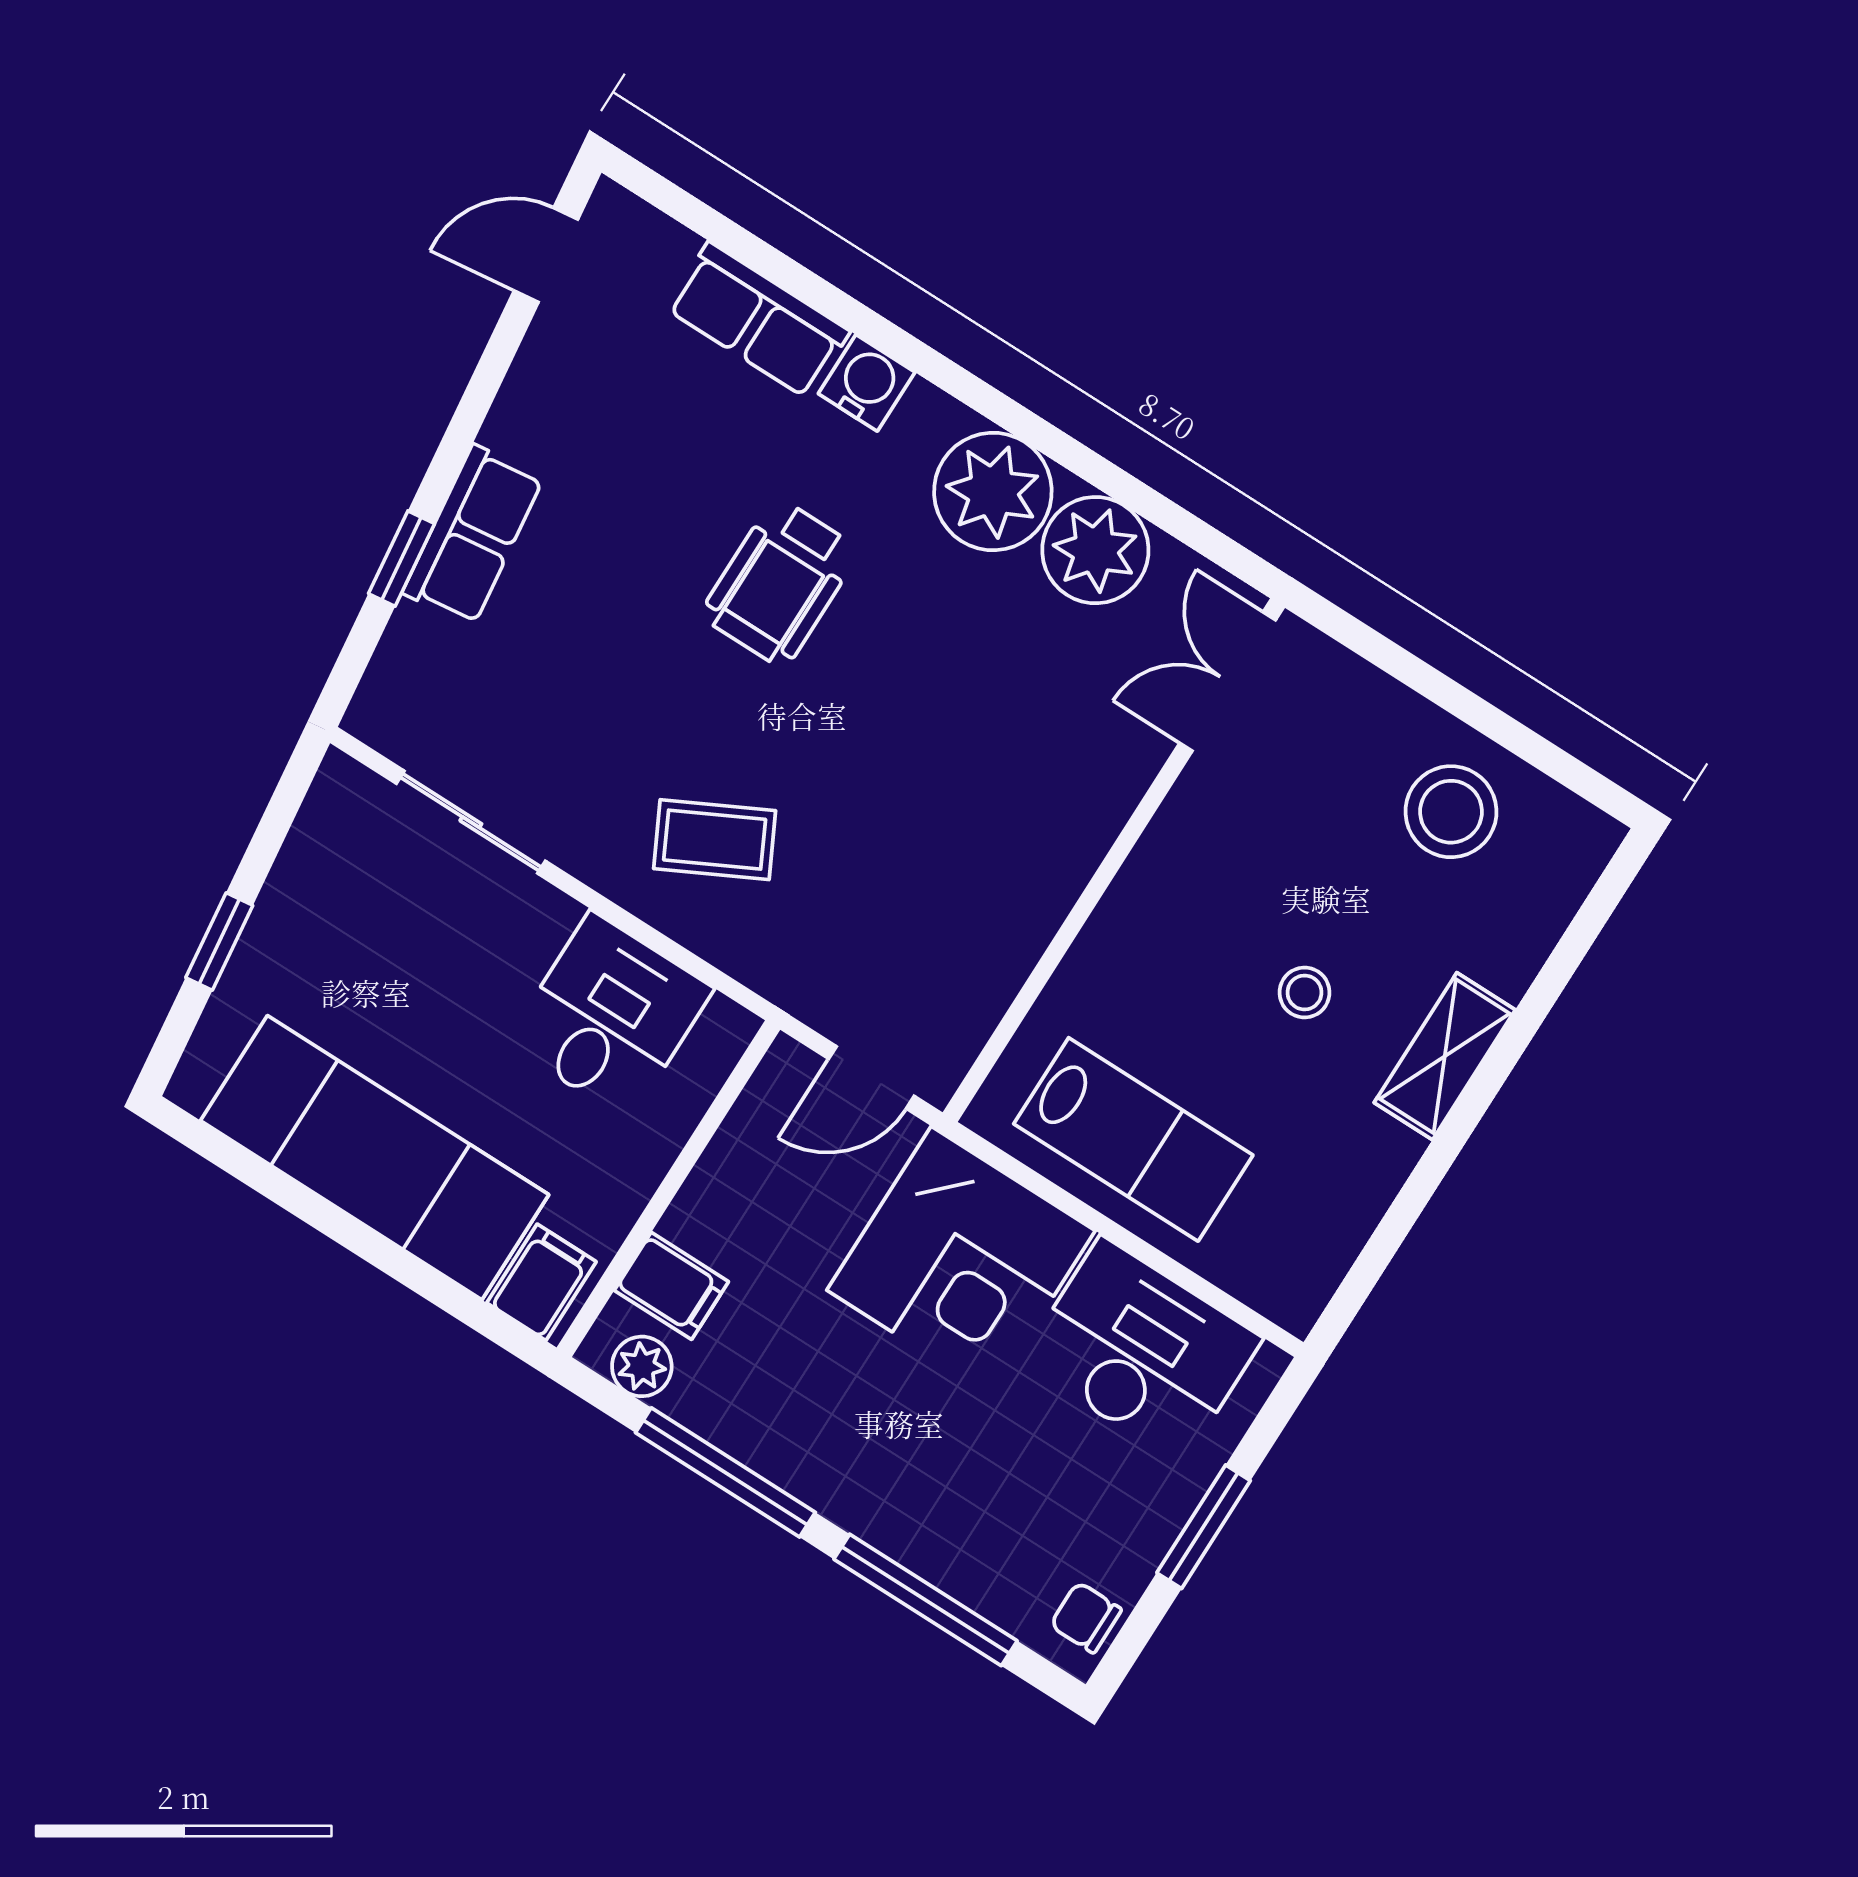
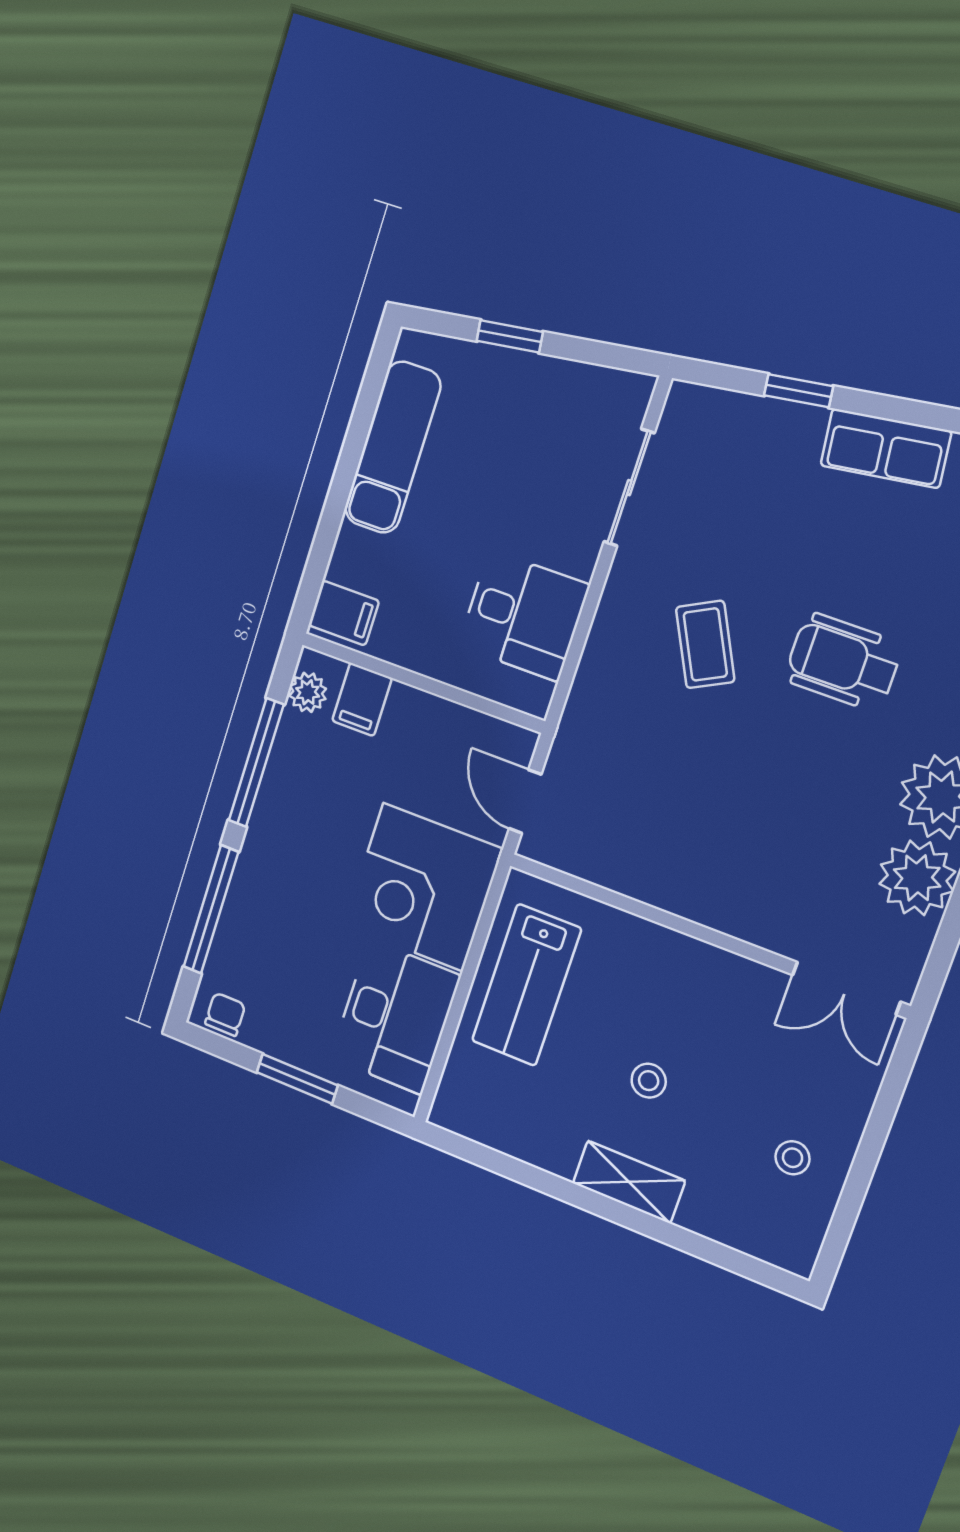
row of seats: (473, 535) -> (886, 448), moved
double door: (1228, 682) -> (846, 988), swing flipped
stool: (1451, 812) -> (793, 1158), width x0.53, depth x0.53
coffee table: (715, 840) -> (705, 644), moved
exam couch: (375, 1158) -> (393, 447), width x0.73, depth x0.69

